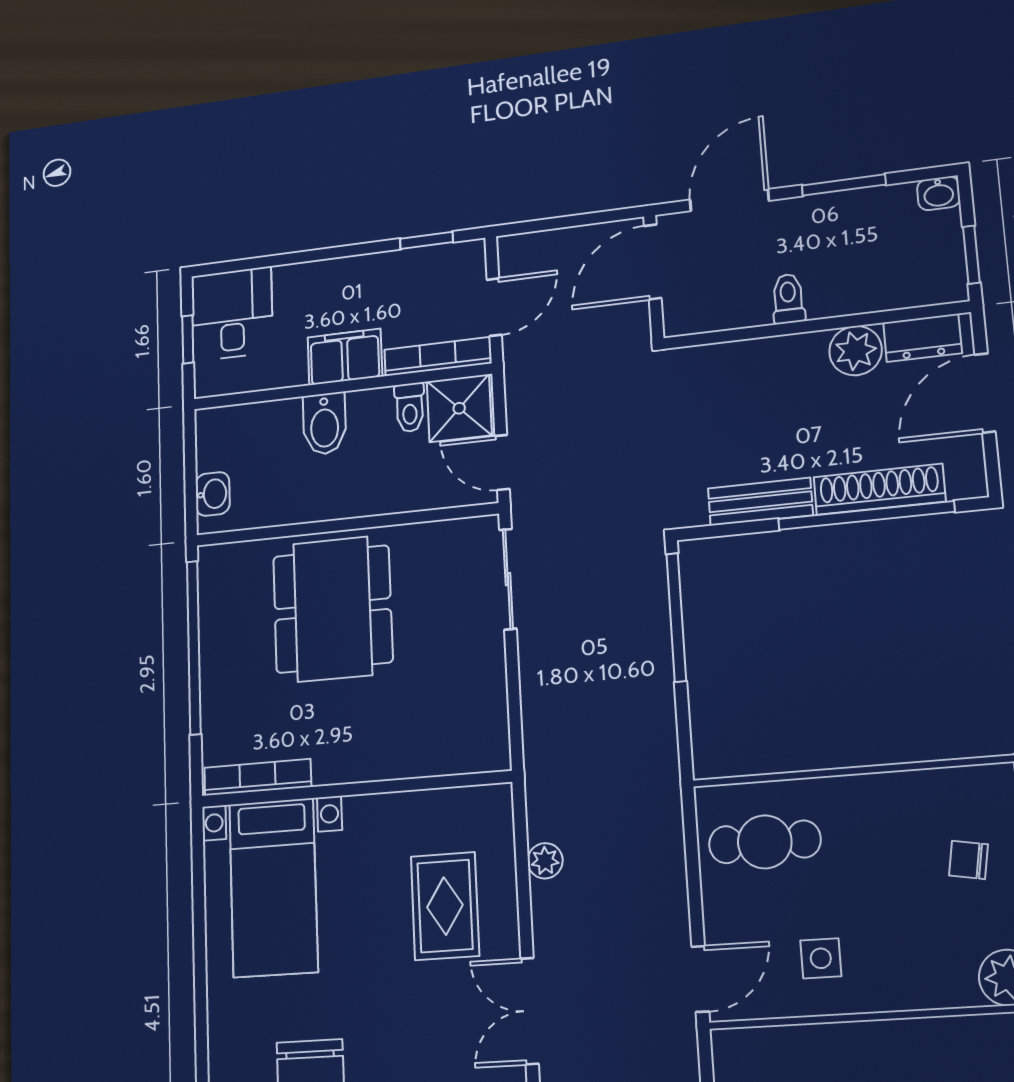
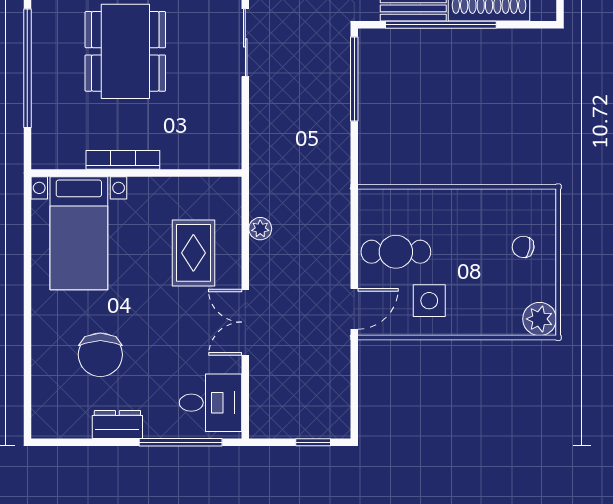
window: (866, 515) -> (441, 25), moved
bookcase: (258, 777) -> (123, 160), moved
cafe table: (765, 842) -> (396, 252), moved
side table: (821, 958) -> (429, 301), width x1.37, depth x1.37

